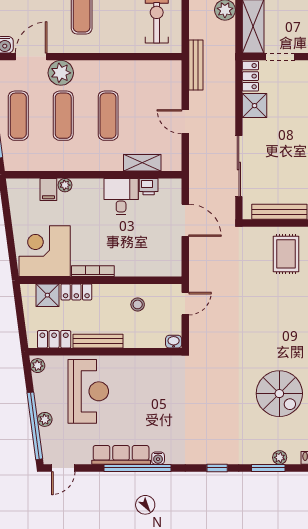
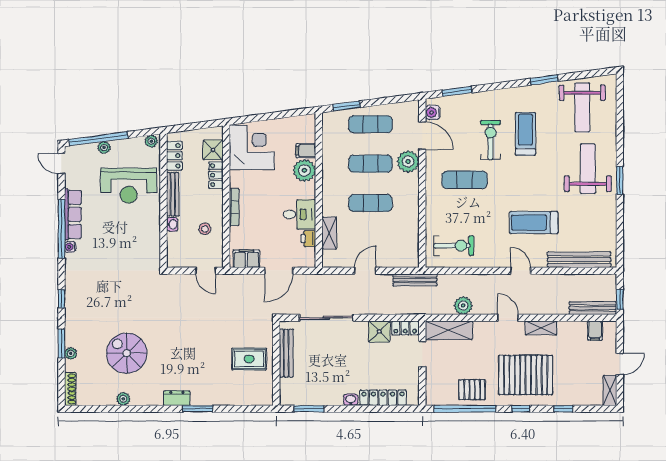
plant: (65, 185) -> (304, 170), width x1.88, depth x1.88
filing cabinet: (172, 257) -> (246, 259), added
bookcase: (93, 271) -> (234, 207), moved
washbasin: (174, 342) -> (172, 224), moved
spiral stairs: (279, 394) -> (127, 353), turned 90

